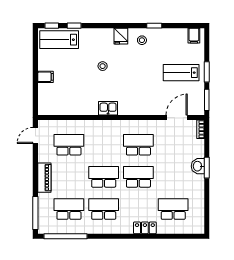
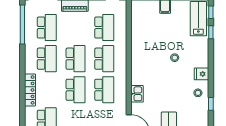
kitchen sink: (108, 108) -> (137, 94), moved
school desk: (104, 145) -> (104, 59), added
locker: (145, 228) -> (30, 90), width x1.53

